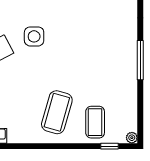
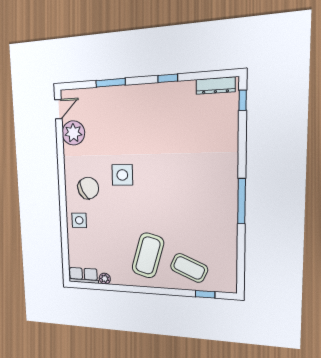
coffee table: (95, 122) -> (189, 268), turned -66
plant: (132, 138) -> (105, 279), moved

